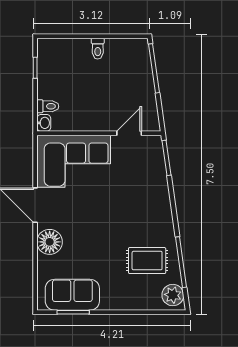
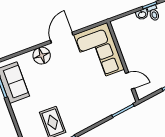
toilet: (48, 106) -> (154, 13), moved
washbasin: (44, 123) -> (142, 14), moved

